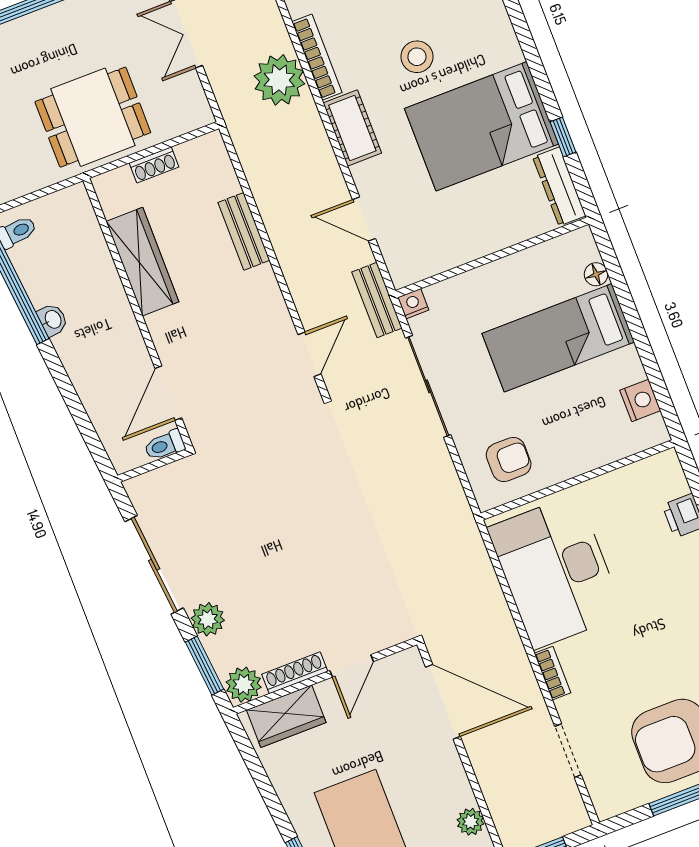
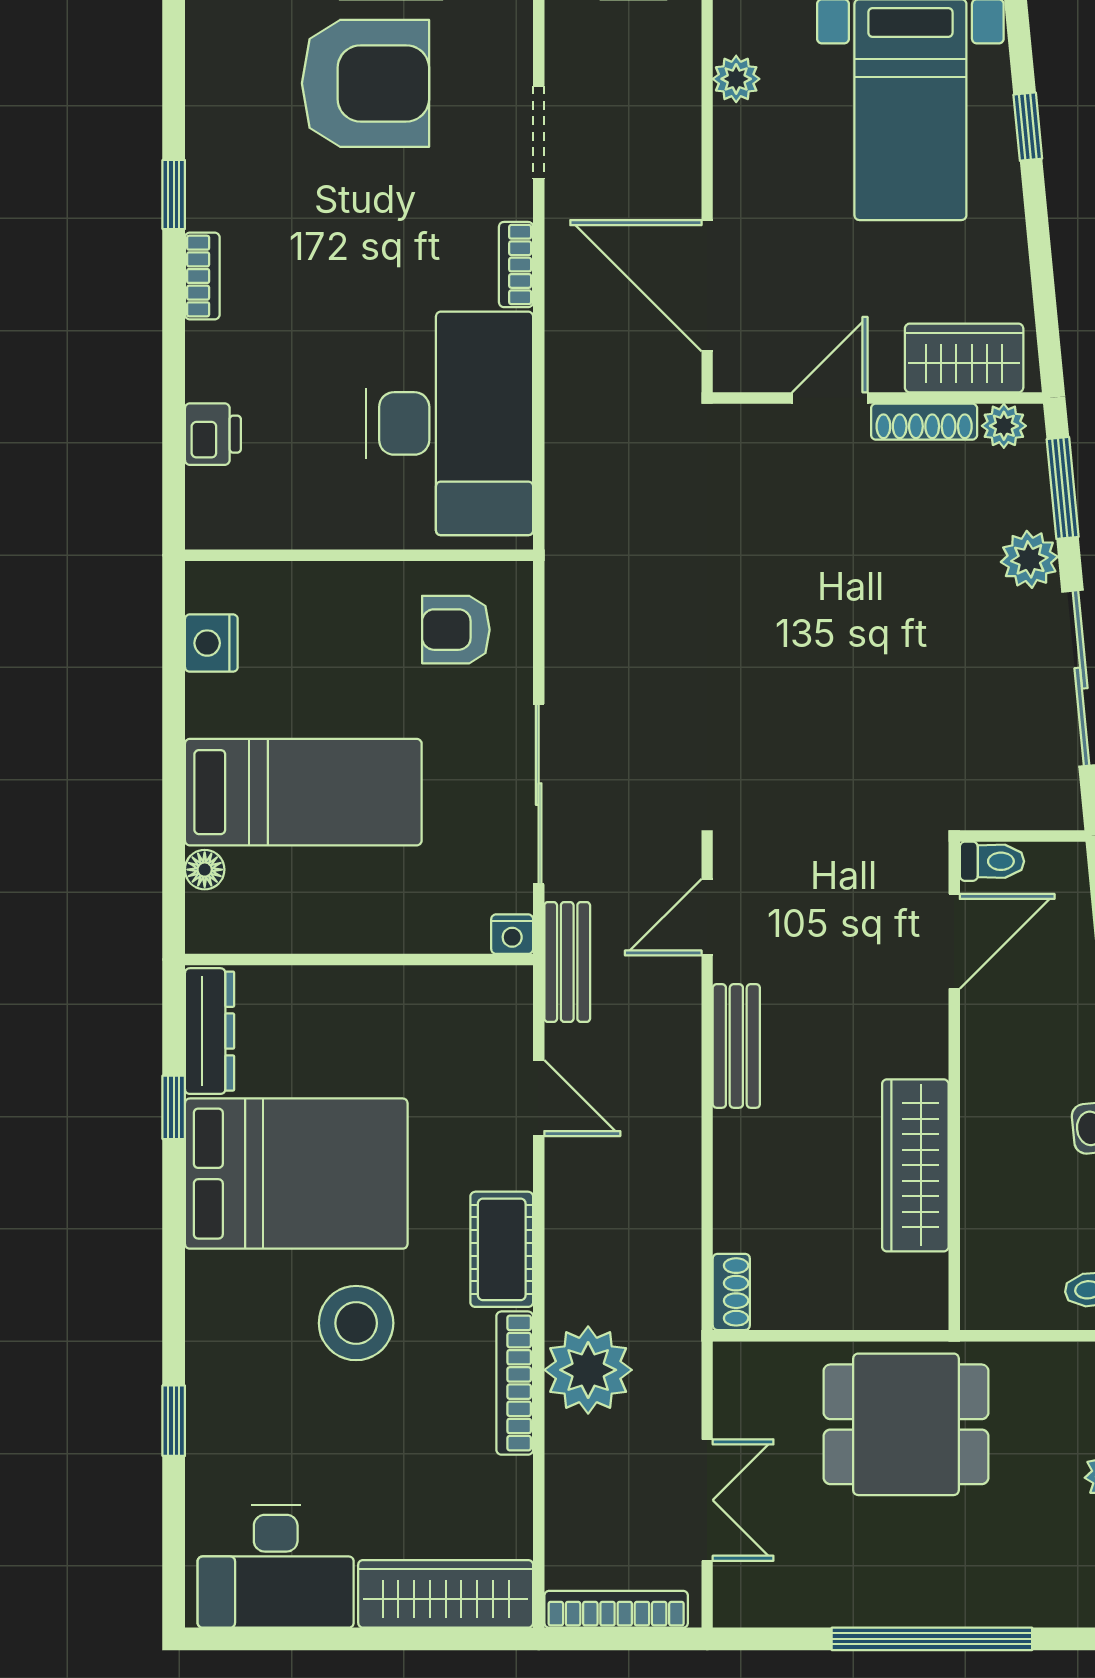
stool: (417, 57) -> (356, 1323), width x1.38, depth x1.38
shoe rack: (154, 165) -> (731, 1292), moved, turned 90
bench: (244, 231) -> (736, 1046), moved
plant: (244, 685) -> (1004, 426), width x0.73, depth x0.73

